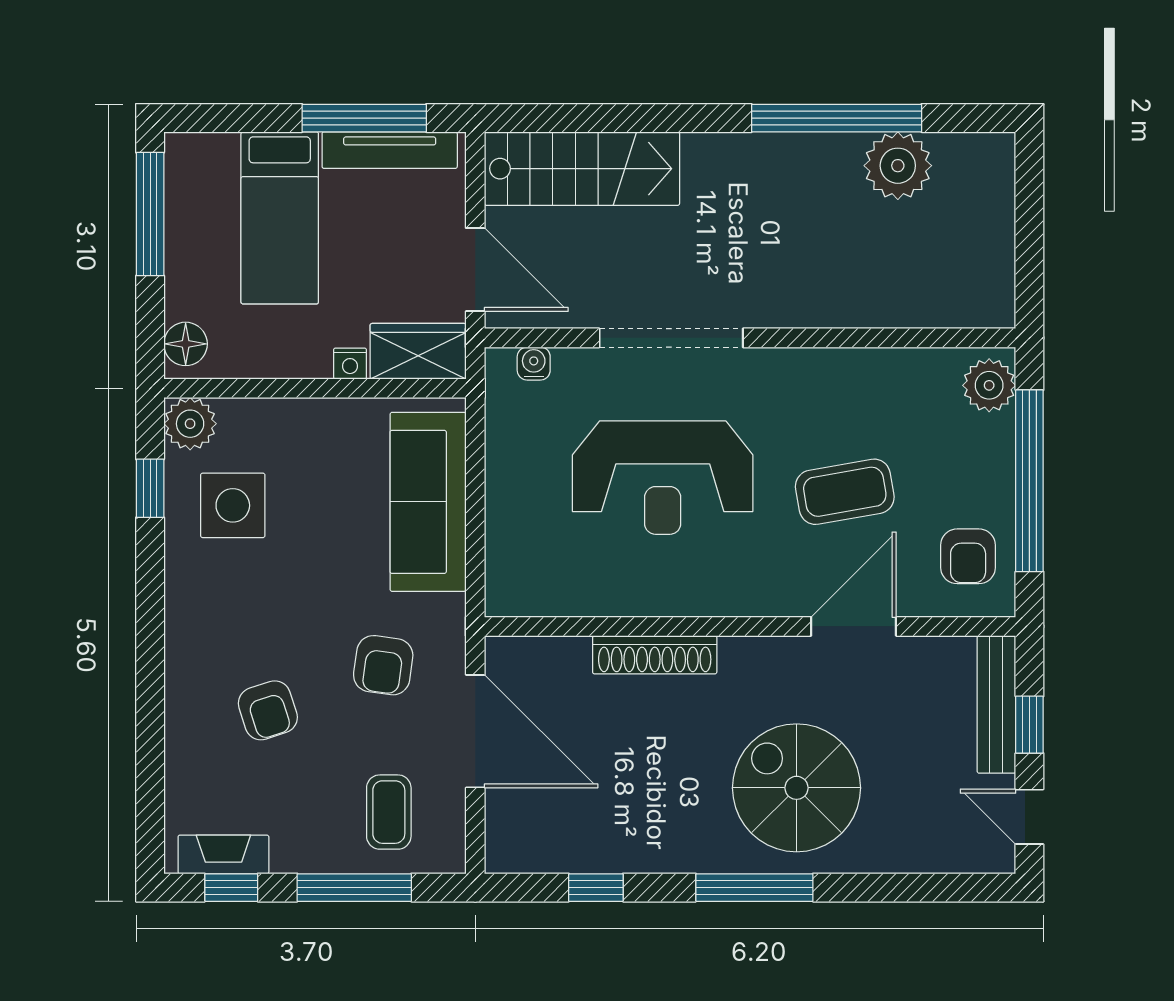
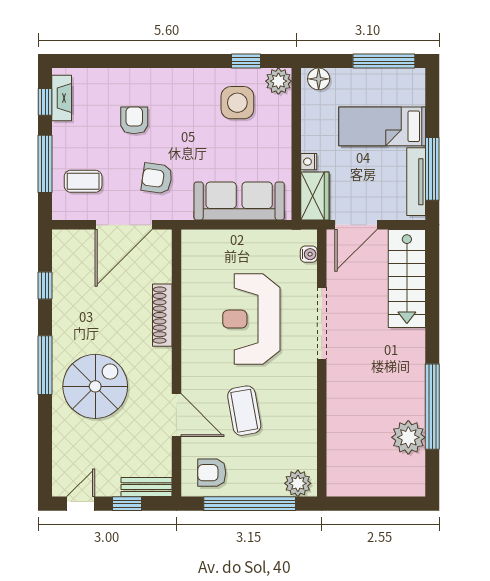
bench: (996, 704) -> (146, 487), width x0.73
armchair: (268, 710) -> (134, 120), turned 108

